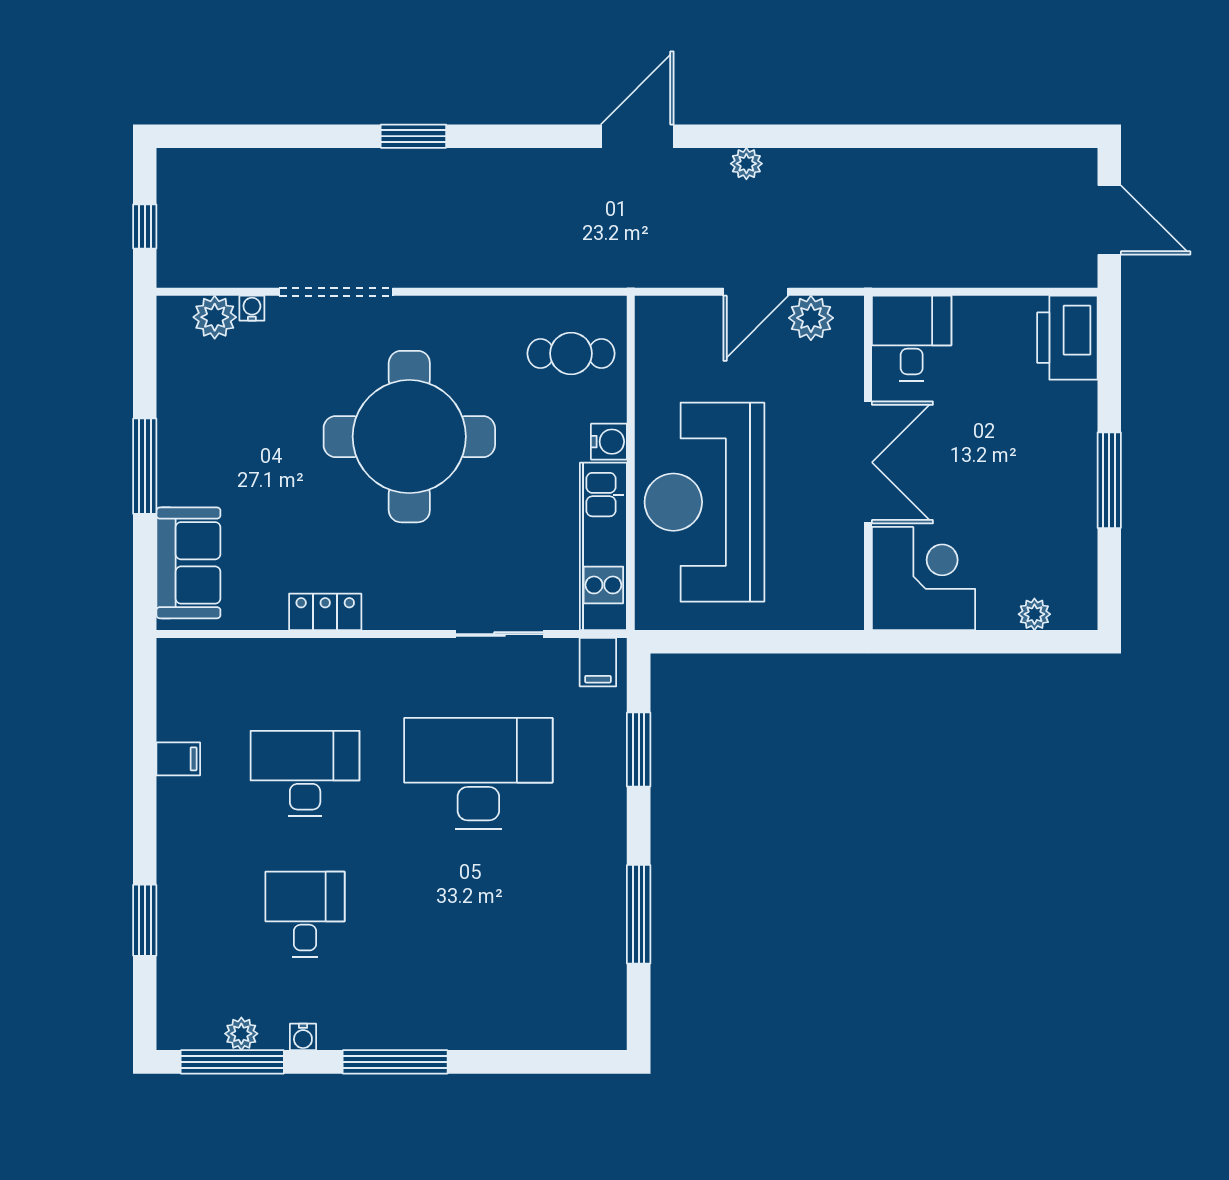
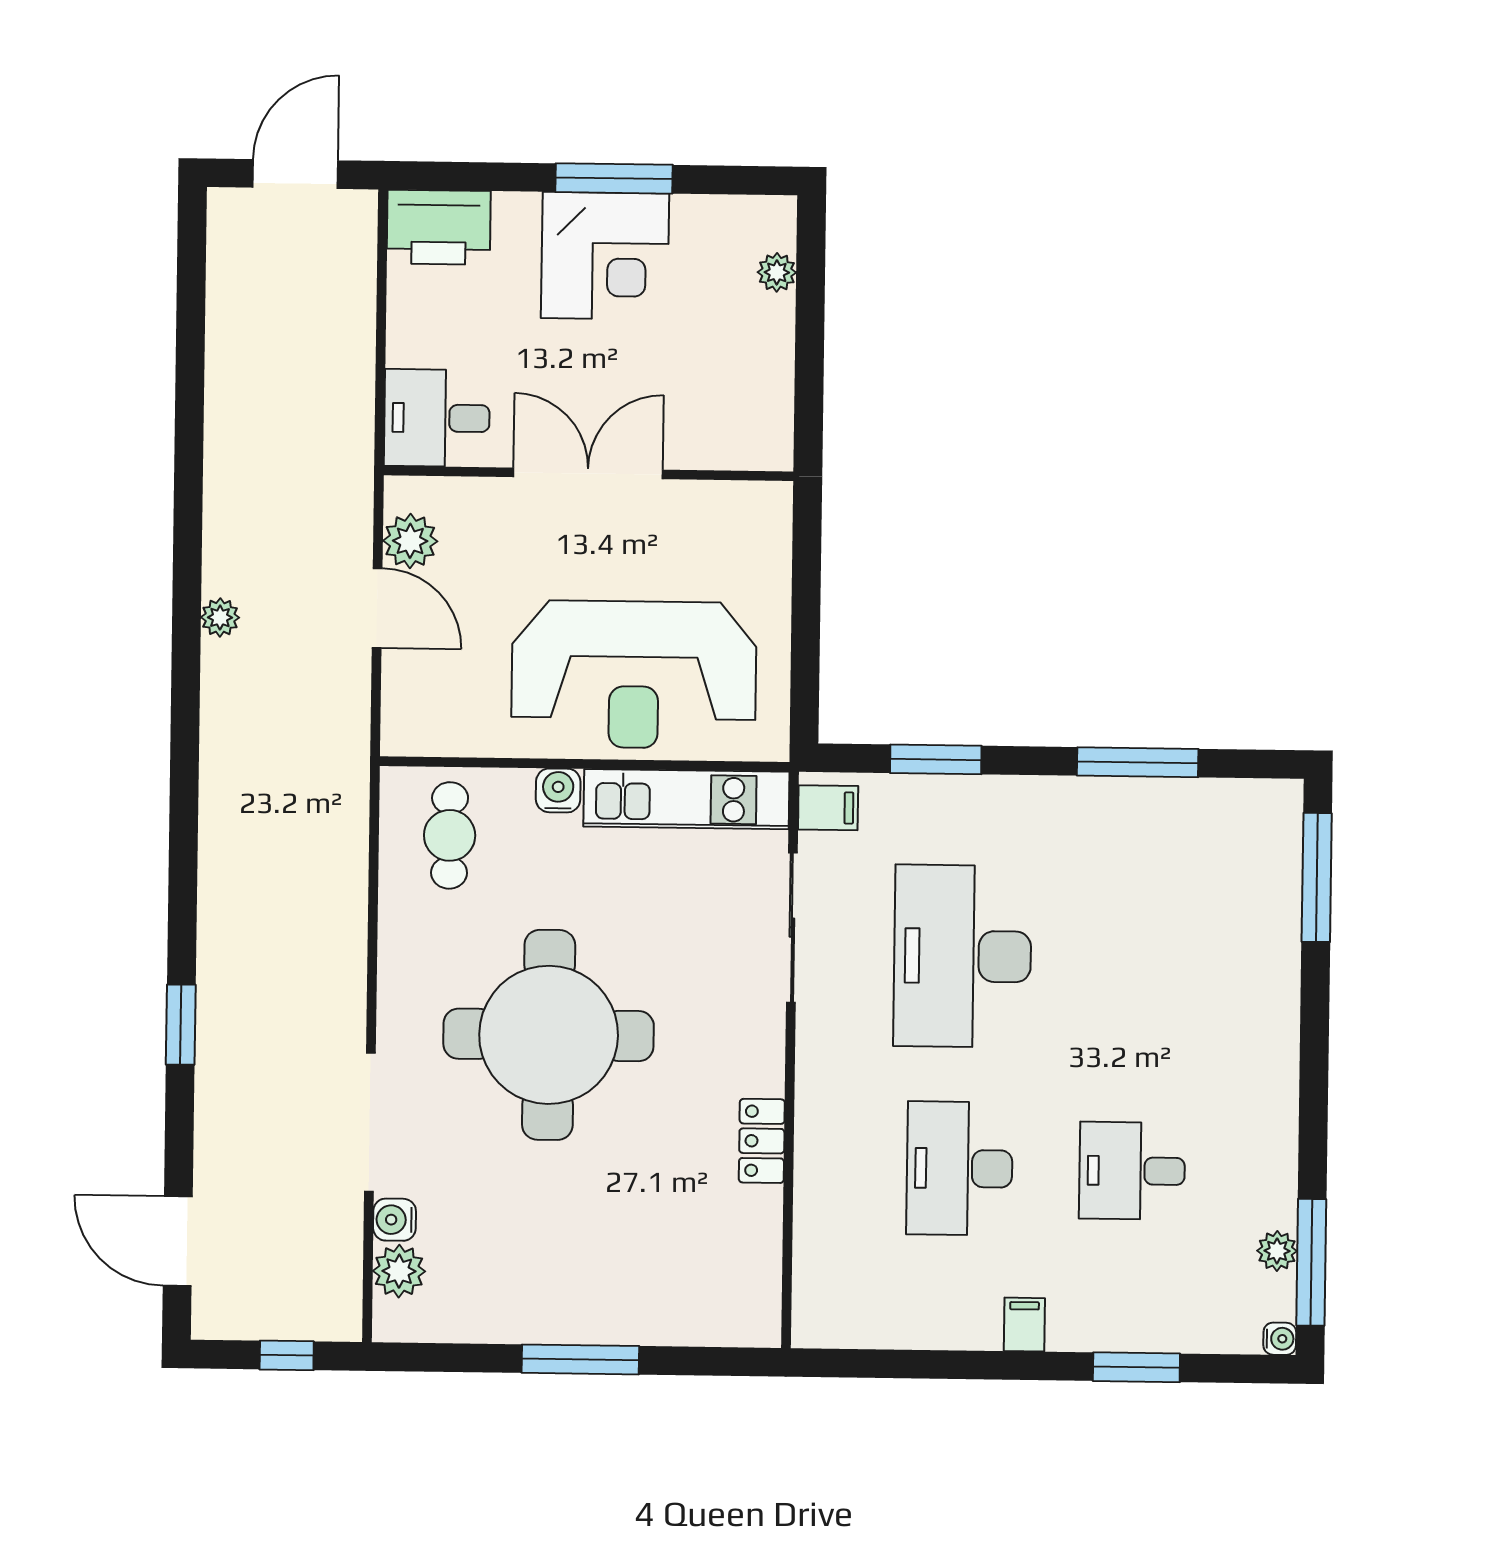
door: (637, 136) -> (178, 1241), moved
water cooler: (252, 308) -> (395, 1220), width x1.38, depth x1.38
sofa: (188, 563) -> (699, 1308), removed
corner desk: (924, 579) -> (605, 256), moved, turned 180
sliding door: (500, 634) -> (792, 928), width x1.37
filing cabinet: (178, 759) -> (1024, 1325), moved
water cooler: (303, 1037) -> (1280, 1339), moved
window: (395, 1062) -> (1317, 877), moved

